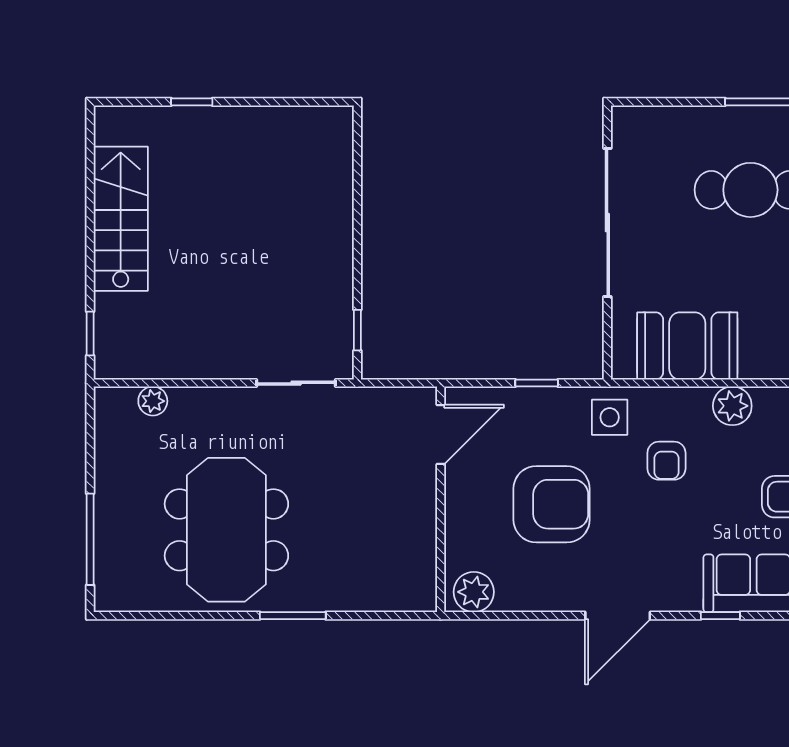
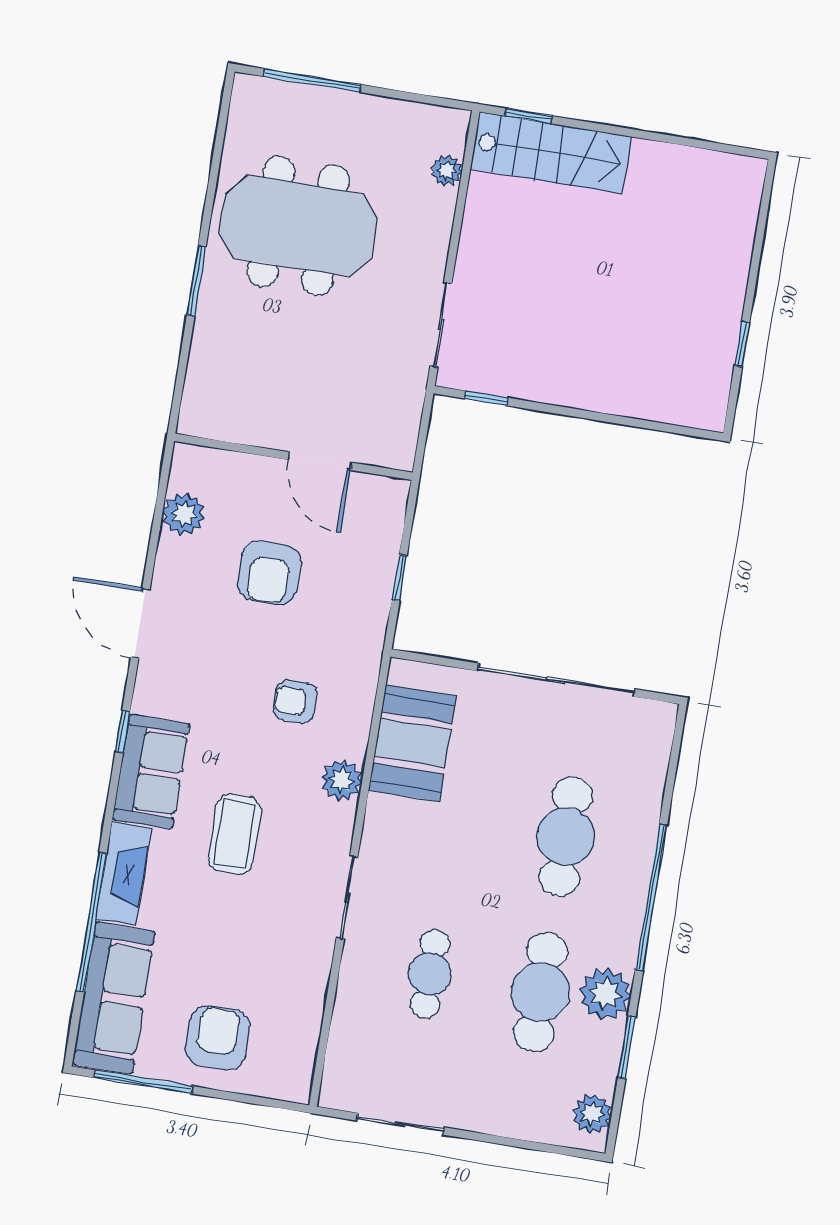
window: (192, 102) -> (742, 344), moved
stairs: (121, 219) -> (551, 153), moved
side table: (610, 417) -> (351, 649), removed
door: (441, 435) -> (320, 461), moved
armchair: (552, 504) -> (269, 573), width x0.73, depth x0.73
plant: (474, 592) -> (184, 514), moved

